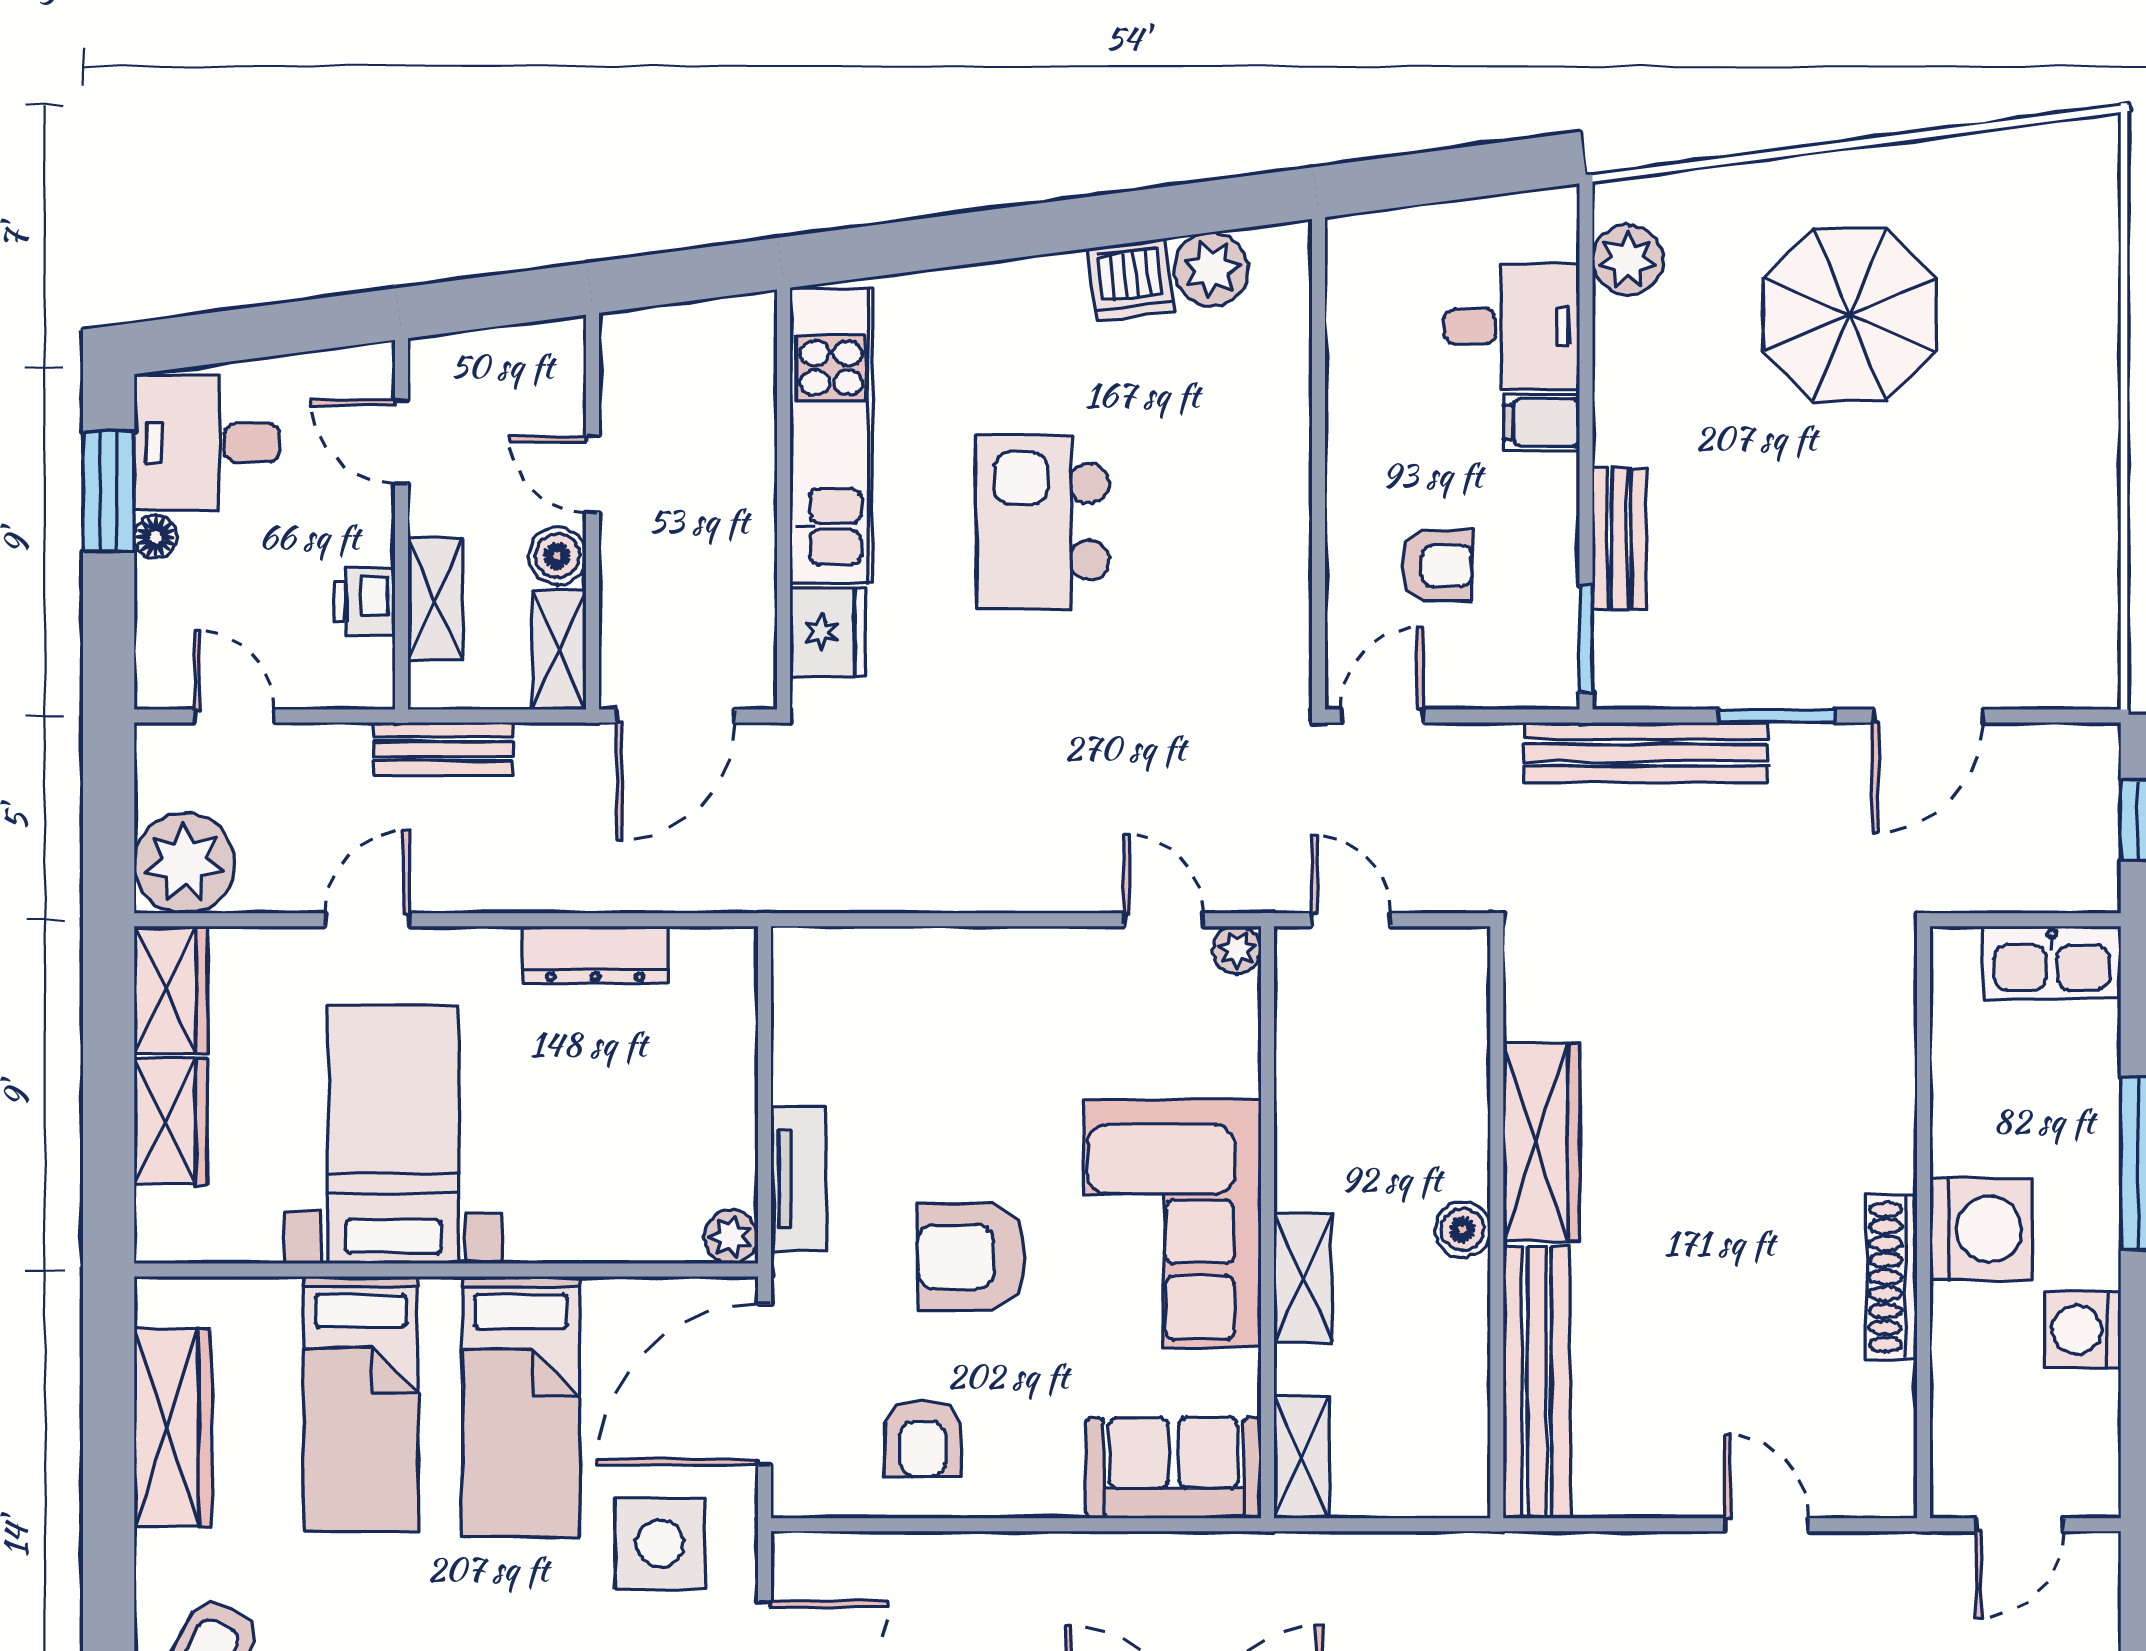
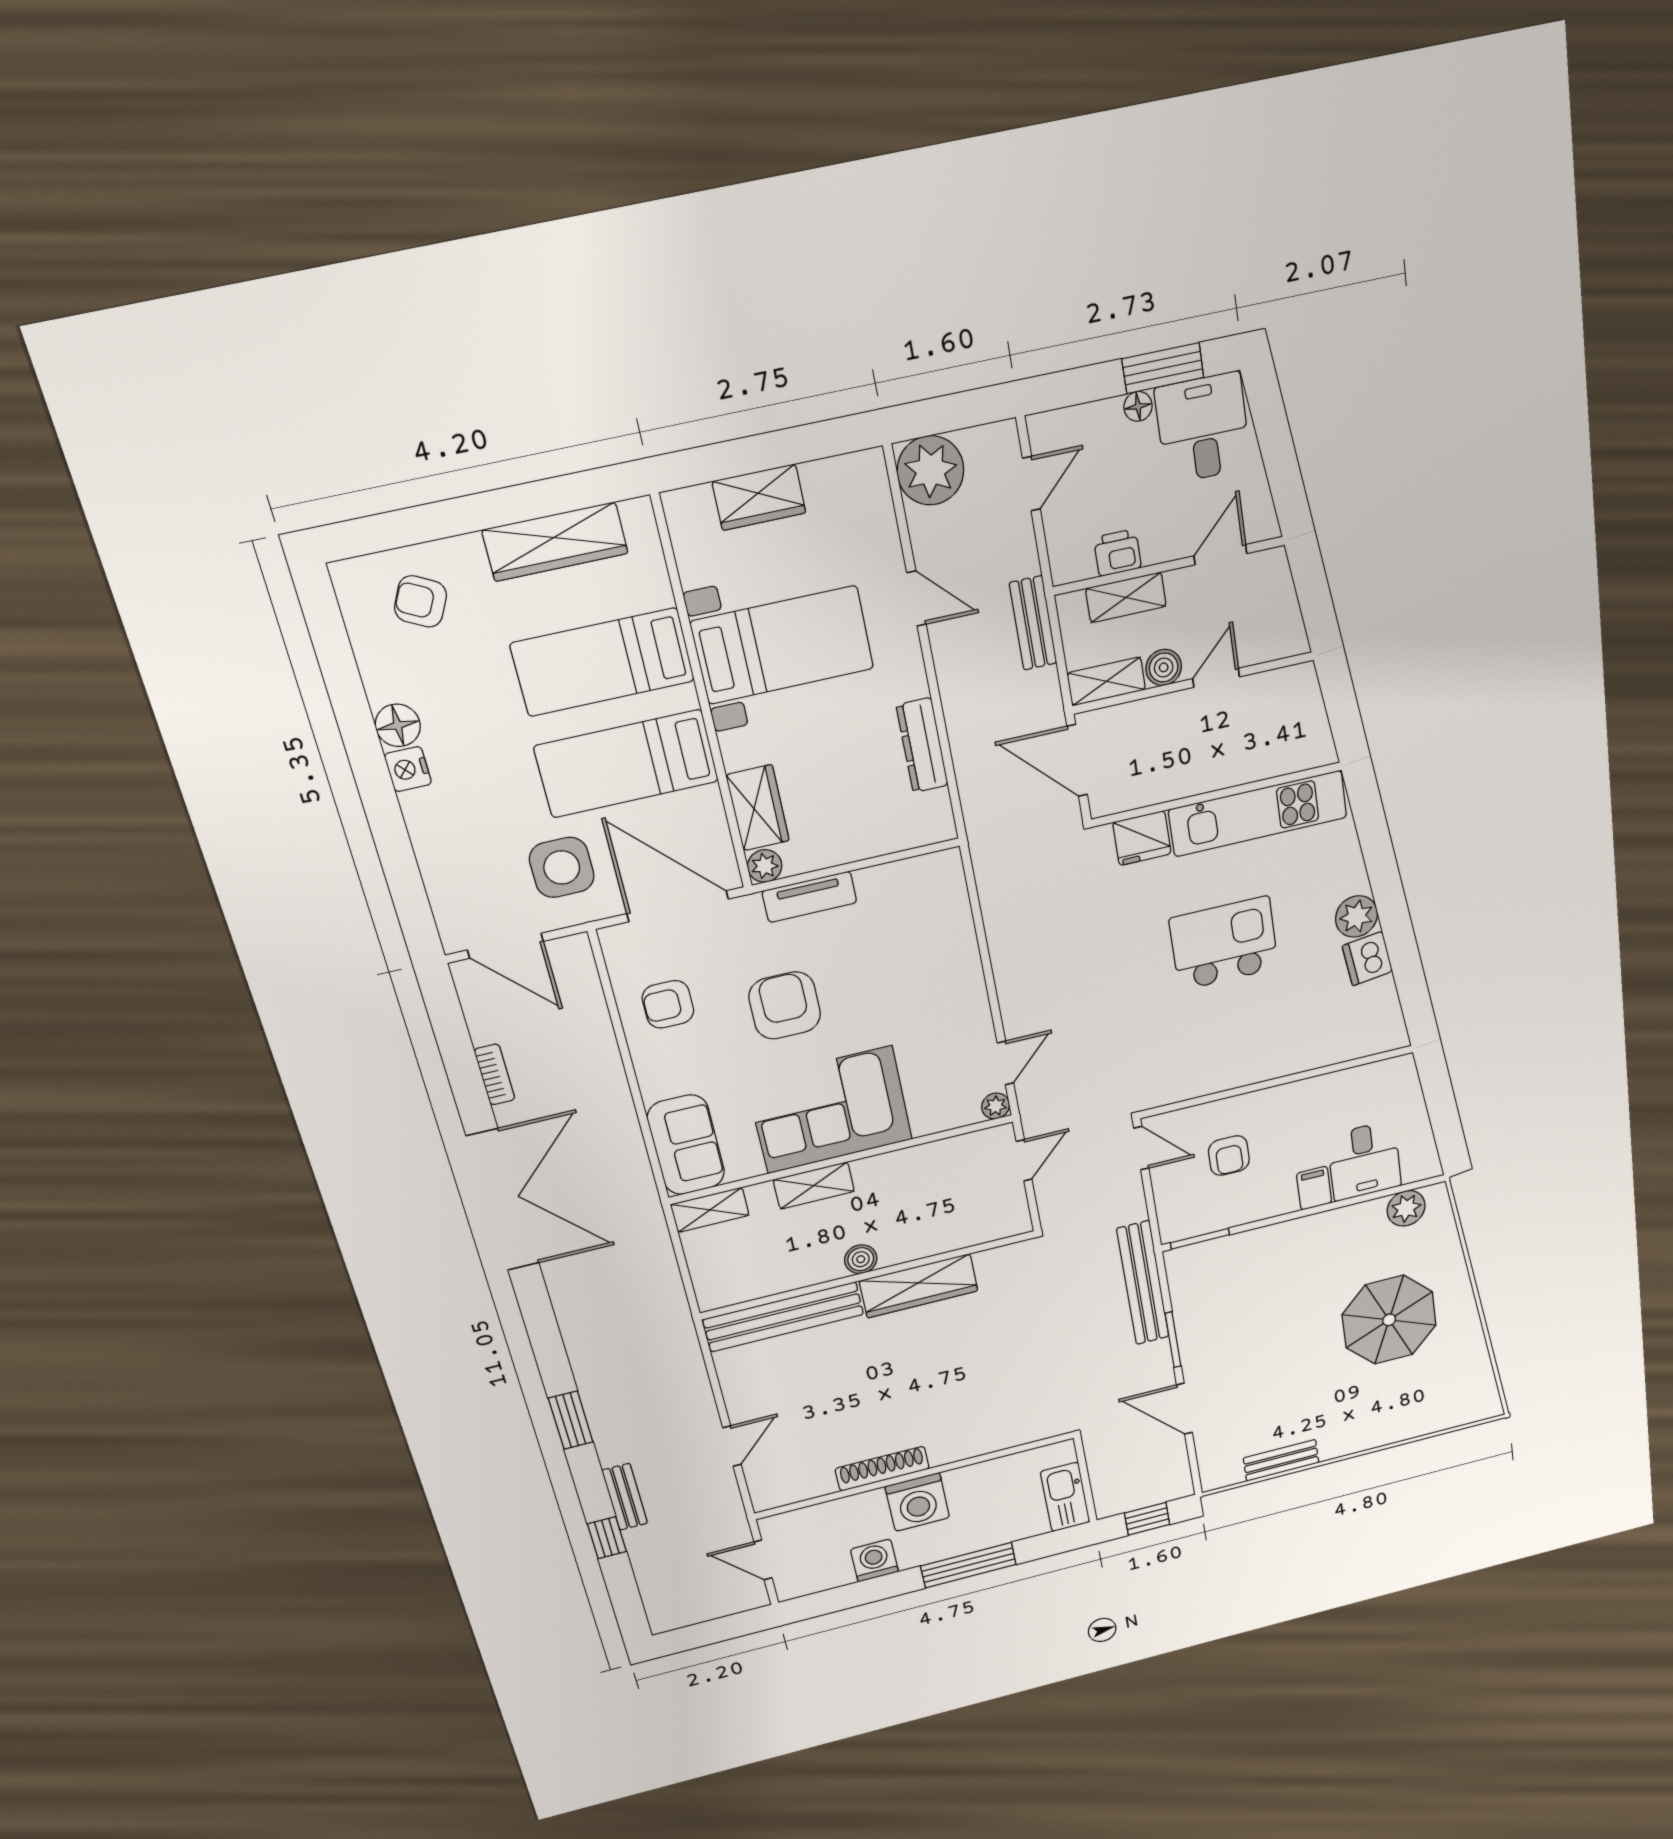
plant: (1211, 269) -> (1357, 916), moved
bench: (1619, 539) -> (1281, 1460), moved
wardrobe: (171, 990) -> (758, 808), moved, turned -90

